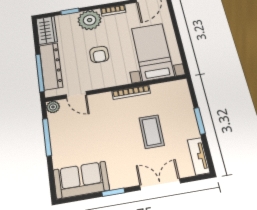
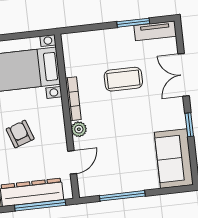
armchair: (99, 54) -> (20, 134), turned -109
plant: (53, 107) -> (79, 129), moved
window: (200, 121) -> (133, 23), moved

